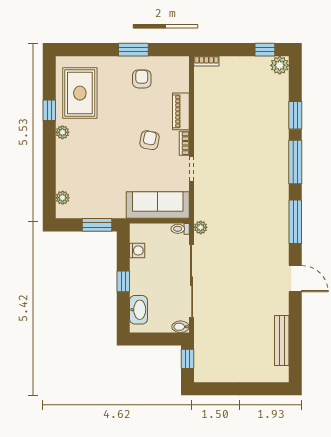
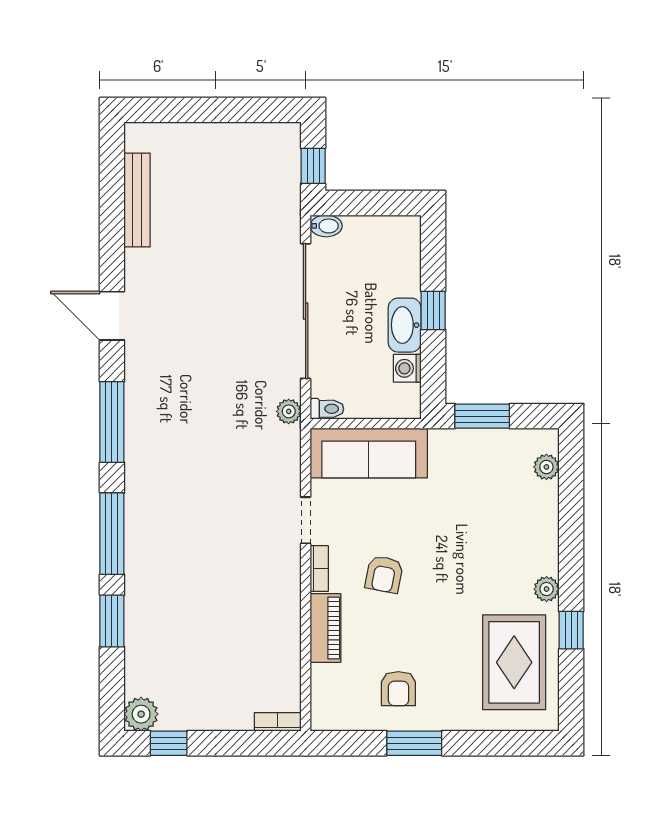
washbasin: (138, 310) -> (405, 325), moved

